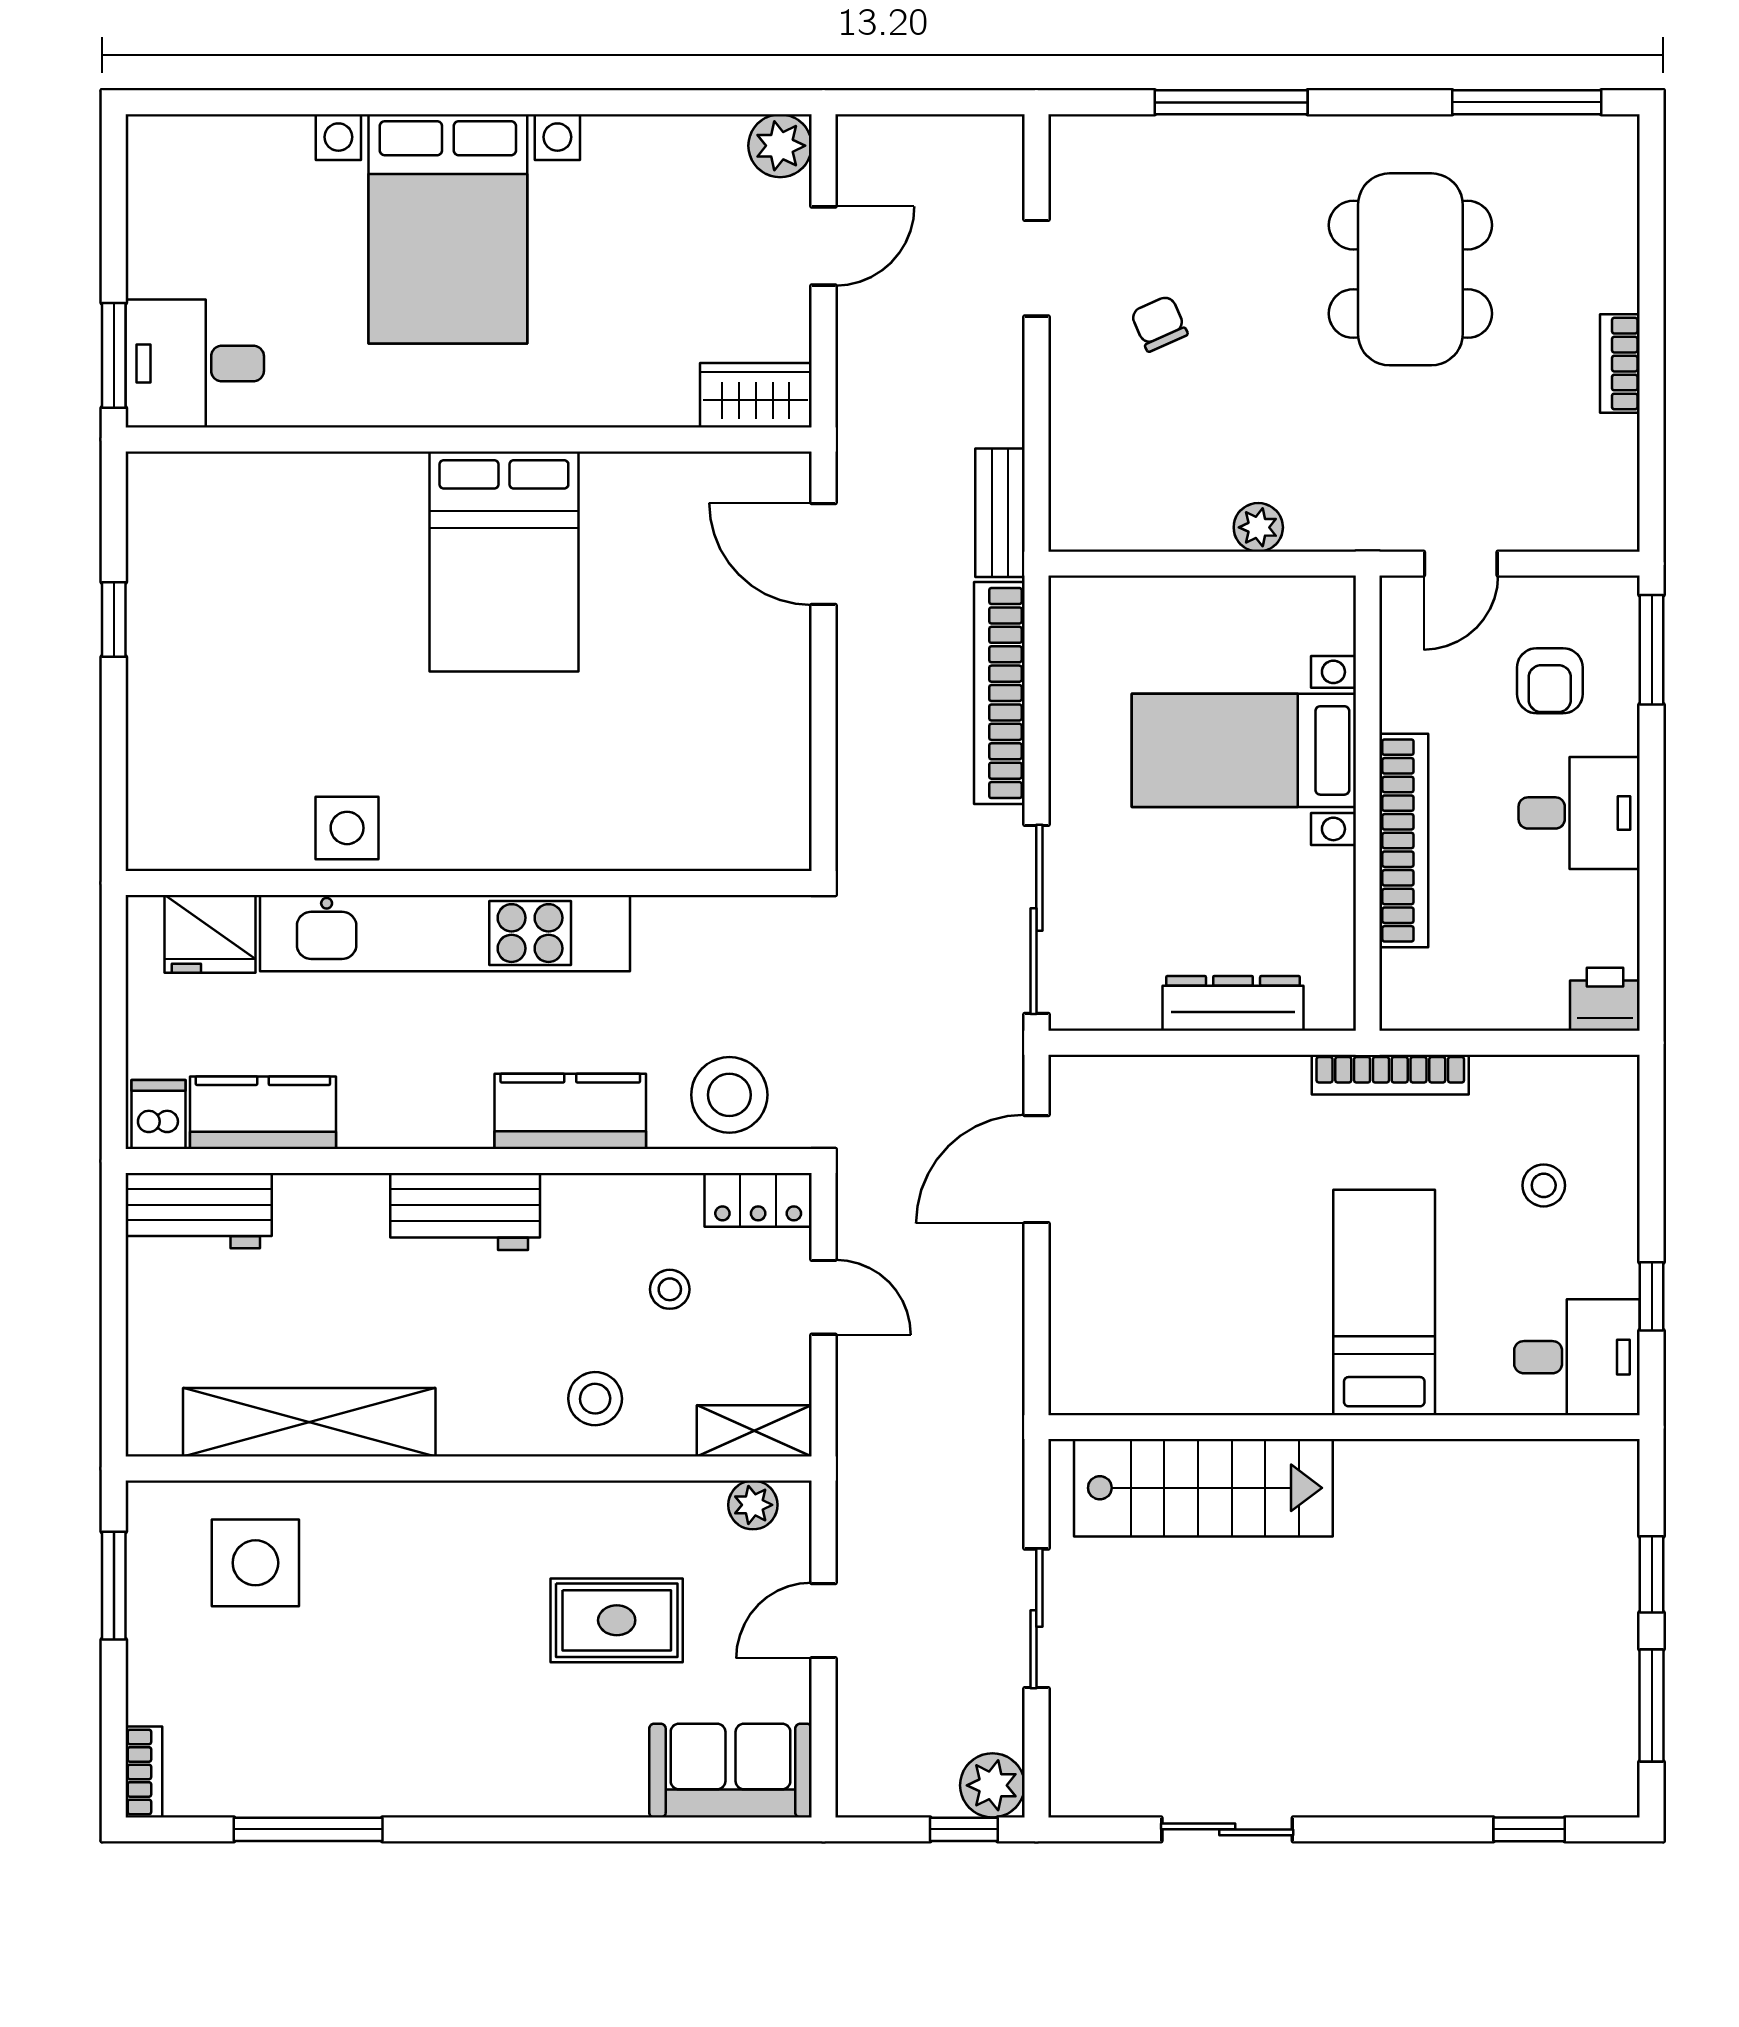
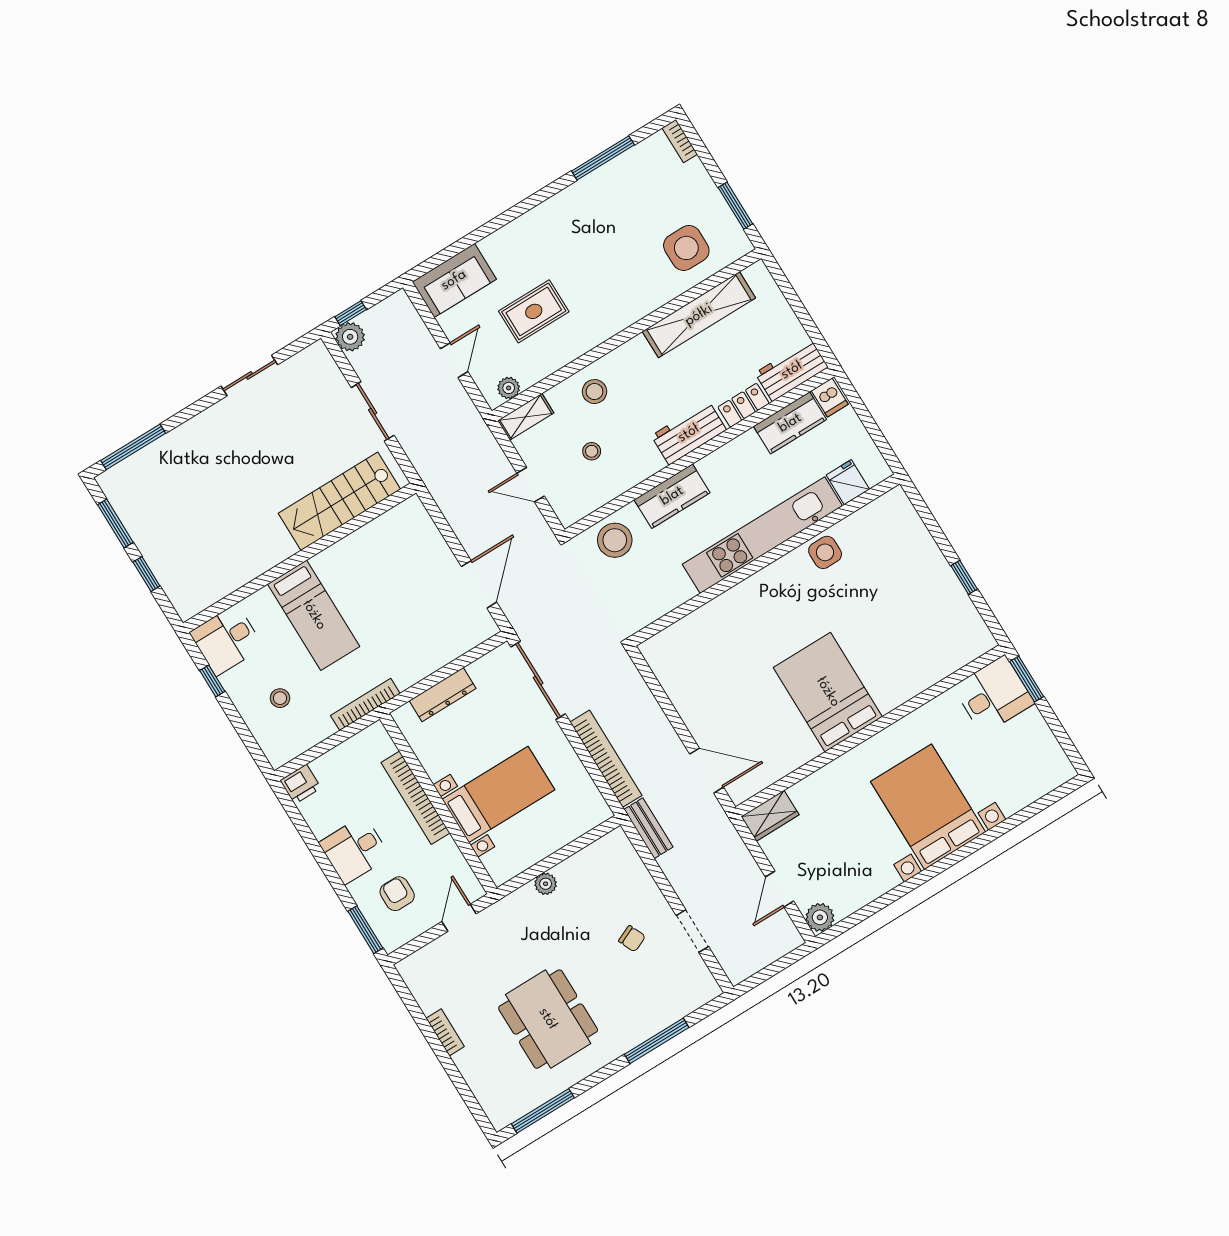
fridge: (210, 934) -> (848, 482), width x0.72
locker: (758, 1200) -> (744, 405), moved
window: (1529, 1829) -> (133, 447), width x2.17

